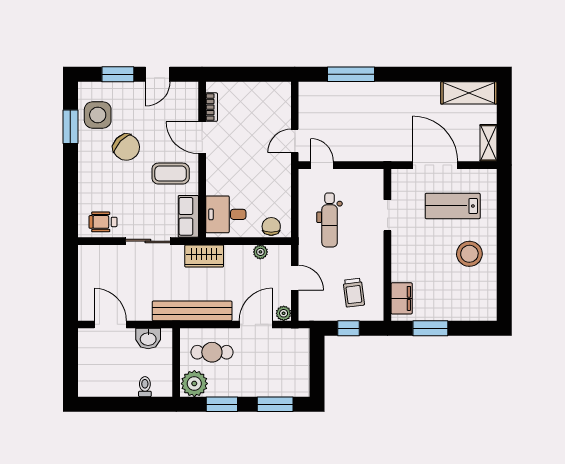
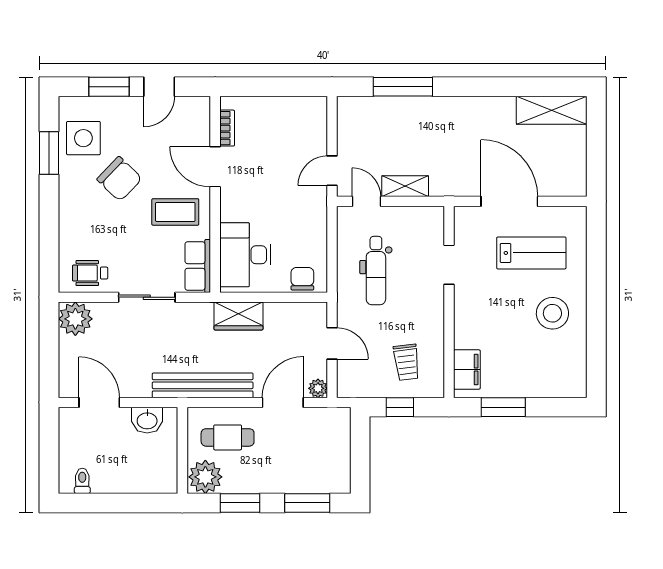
shelving: (488, 143) -> (405, 186), moved, turned 90
lab bench: (453, 206) -> (531, 253), turned 180
desk: (226, 214) -> (245, 255), width x1.37
plant: (260, 252) -> (75, 319), moved, width x1.87, depth x1.87
wardrobe: (204, 256) -> (238, 316), moved
toilet: (145, 387) -> (82, 481), moved

